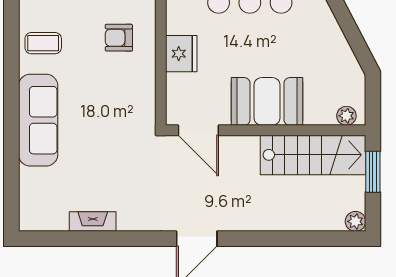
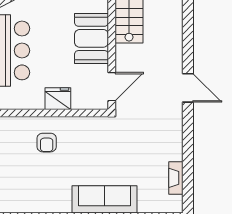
coffee table: (43, 43) -> (50, 196), removed
fireplace: (93, 222) -> (176, 178), moved

